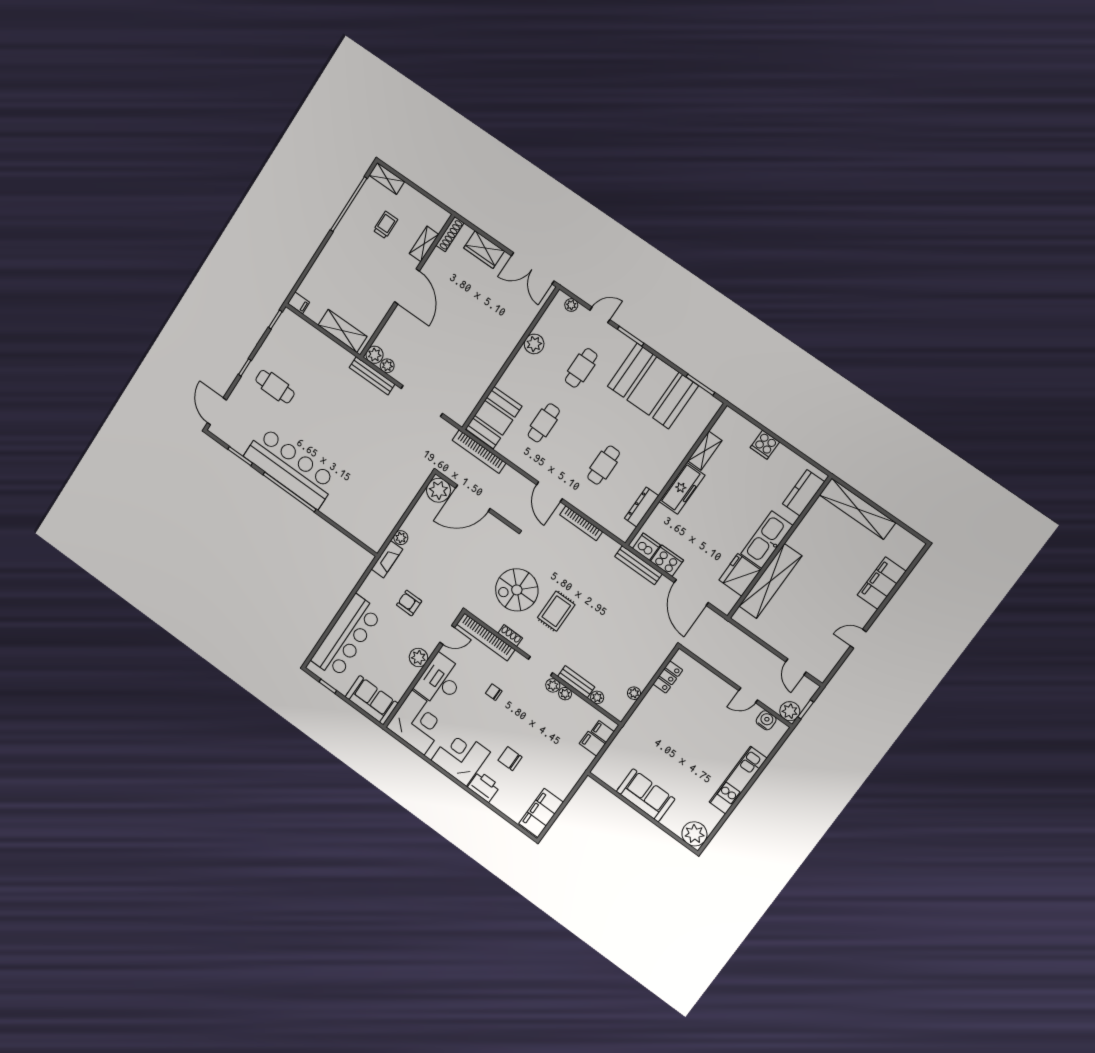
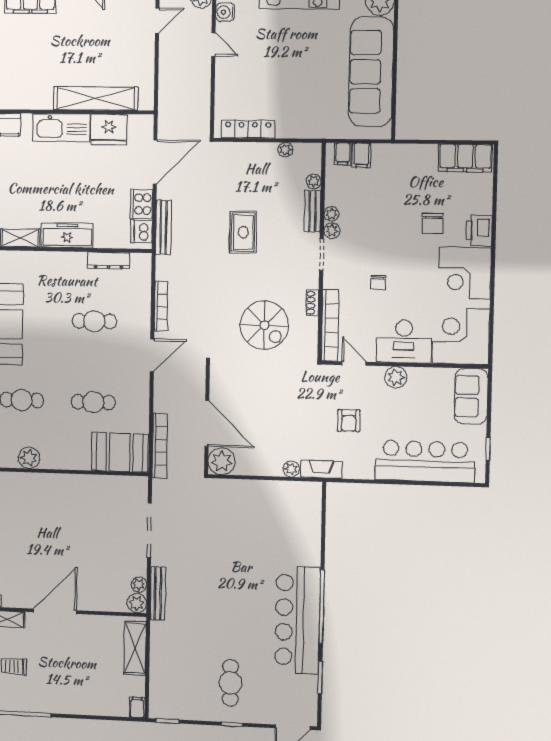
rug: (556, 611) -> (243, 232), moved, turned 90
locker: (668, 677) -> (248, 129), width x1.53
sofa: (646, 795) -> (371, 72), width x1.85, depth x1.27

